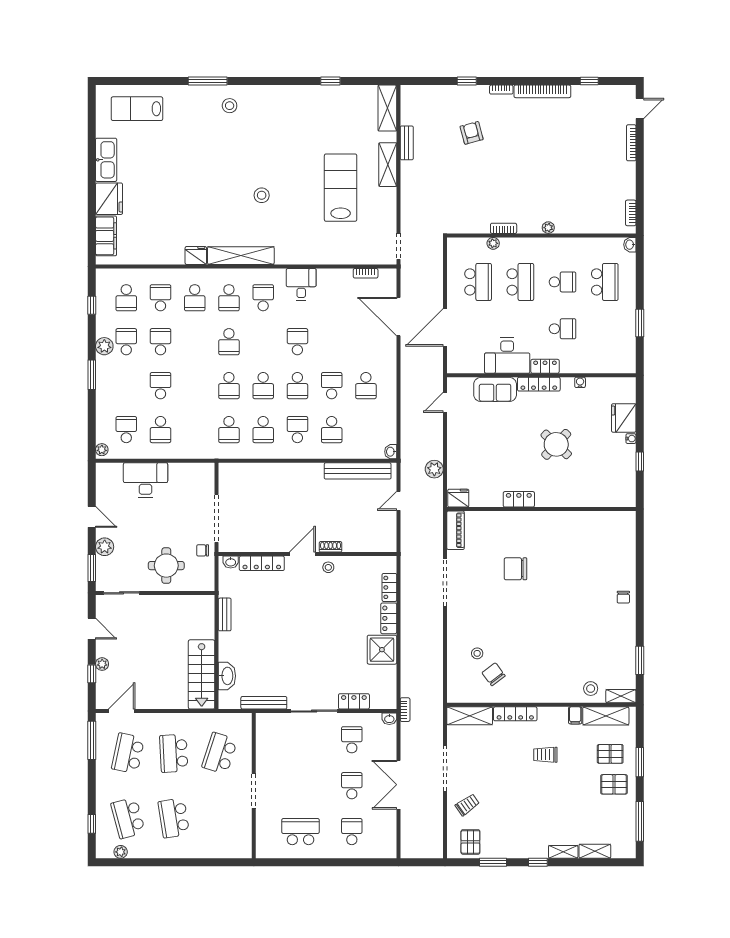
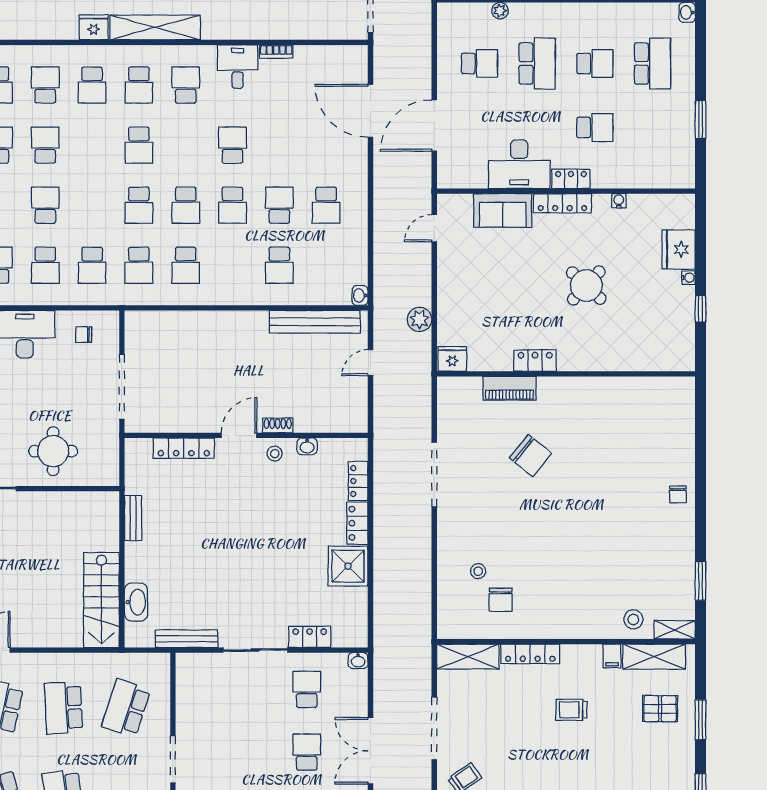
bookcase: (366, 273) -> (276, 52), moved
school desk: (478, 282) -> (479, 63), width x0.54
school desk: (297, 430) -> (92, 265), moved, turned 180
piano: (456, 530) -> (509, 388), moved, turned 90
chair: (203, 550) -> (84, 335), moved
washbasin: (231, 562) -> (307, 446), moved
chair: (516, 569) -> (531, 456), turned -141
chair: (494, 674) -> (501, 600), turned -143
bookcase: (405, 710) -> (380, 648), removed
pallet: (614, 784) -> (665, 750), removed

